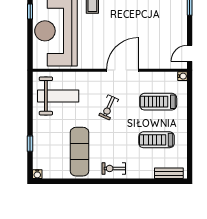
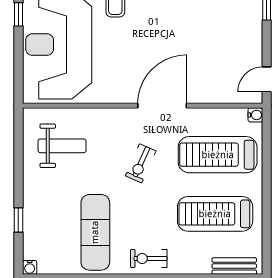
weight bench: (58, 96) -> (62, 146), width x0.73, depth x0.75
treadmill: (158, 102) -> (218, 155), width x1.37, depth x1.38
treadmill: (157, 140) -> (215, 214), width x1.37, depth x1.38

